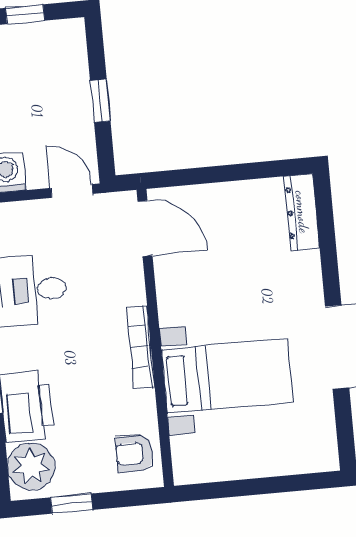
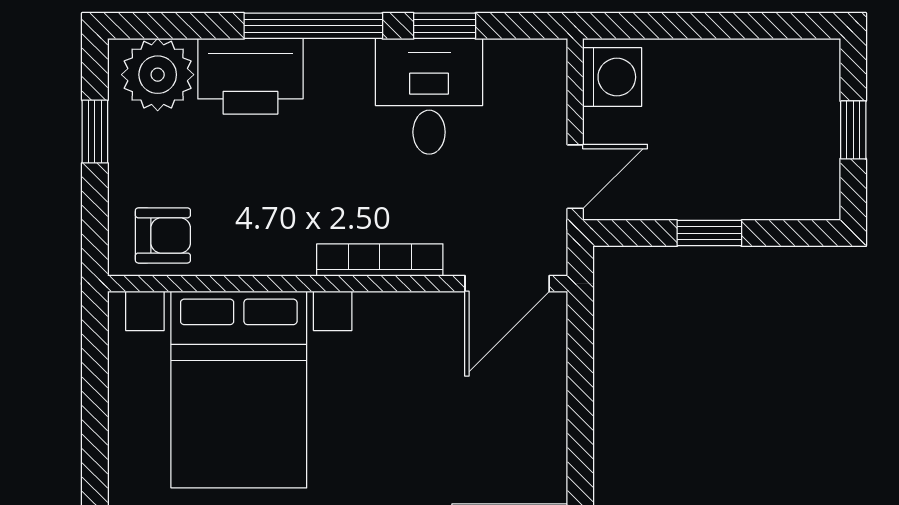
bookcase: (141, 347) -> (380, 260), moved
bed with nightstands: (228, 376) -> (239, 390), width x1.36
armchair: (135, 453) -> (163, 235), turned 90

